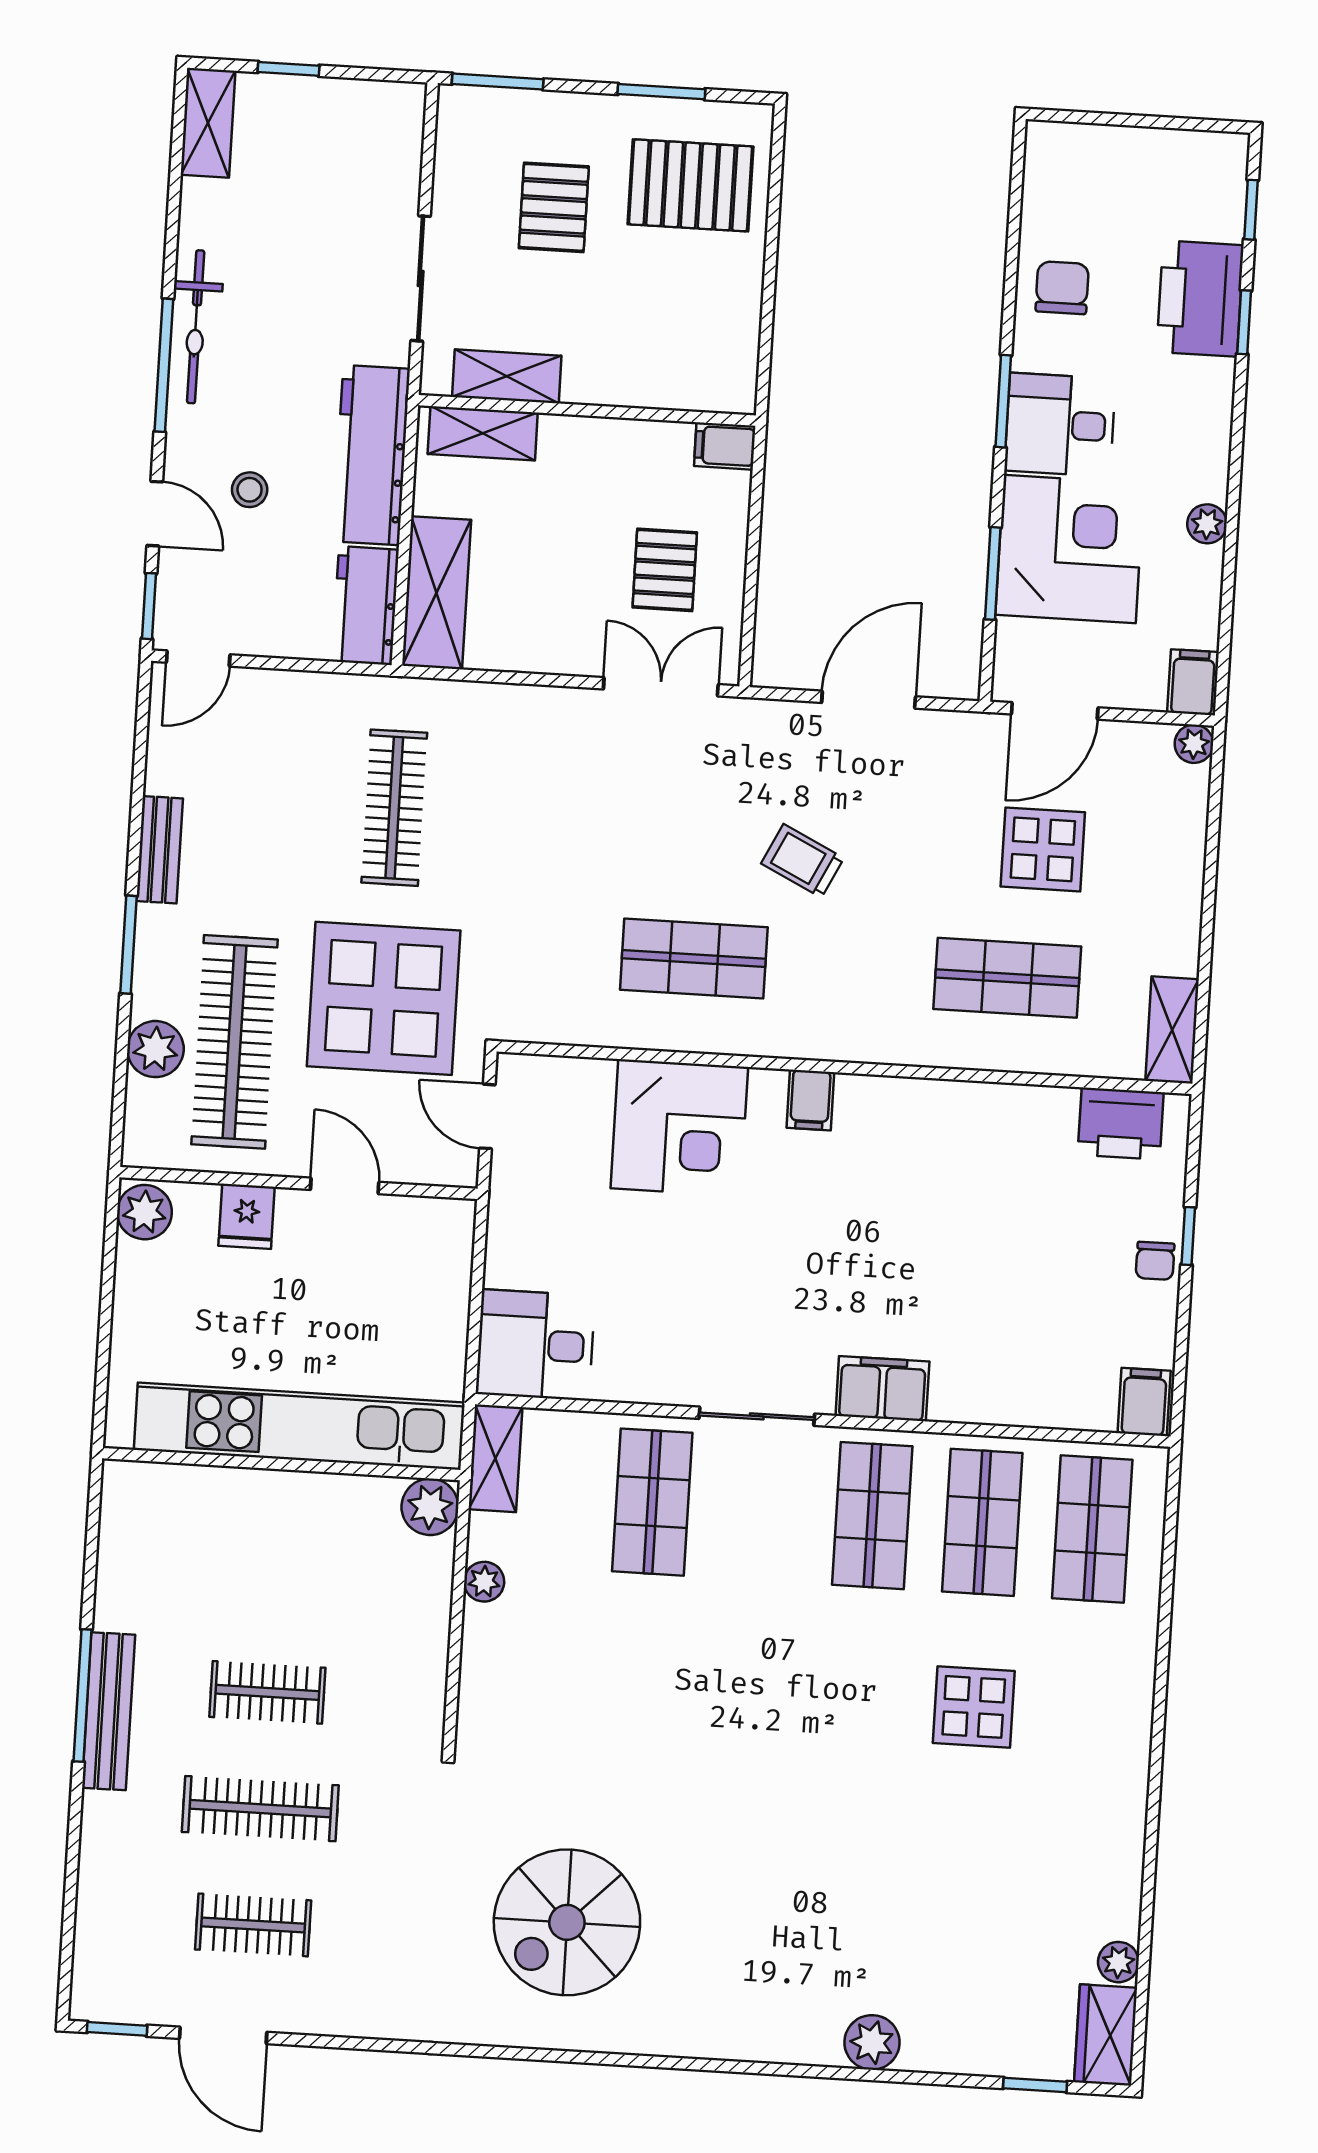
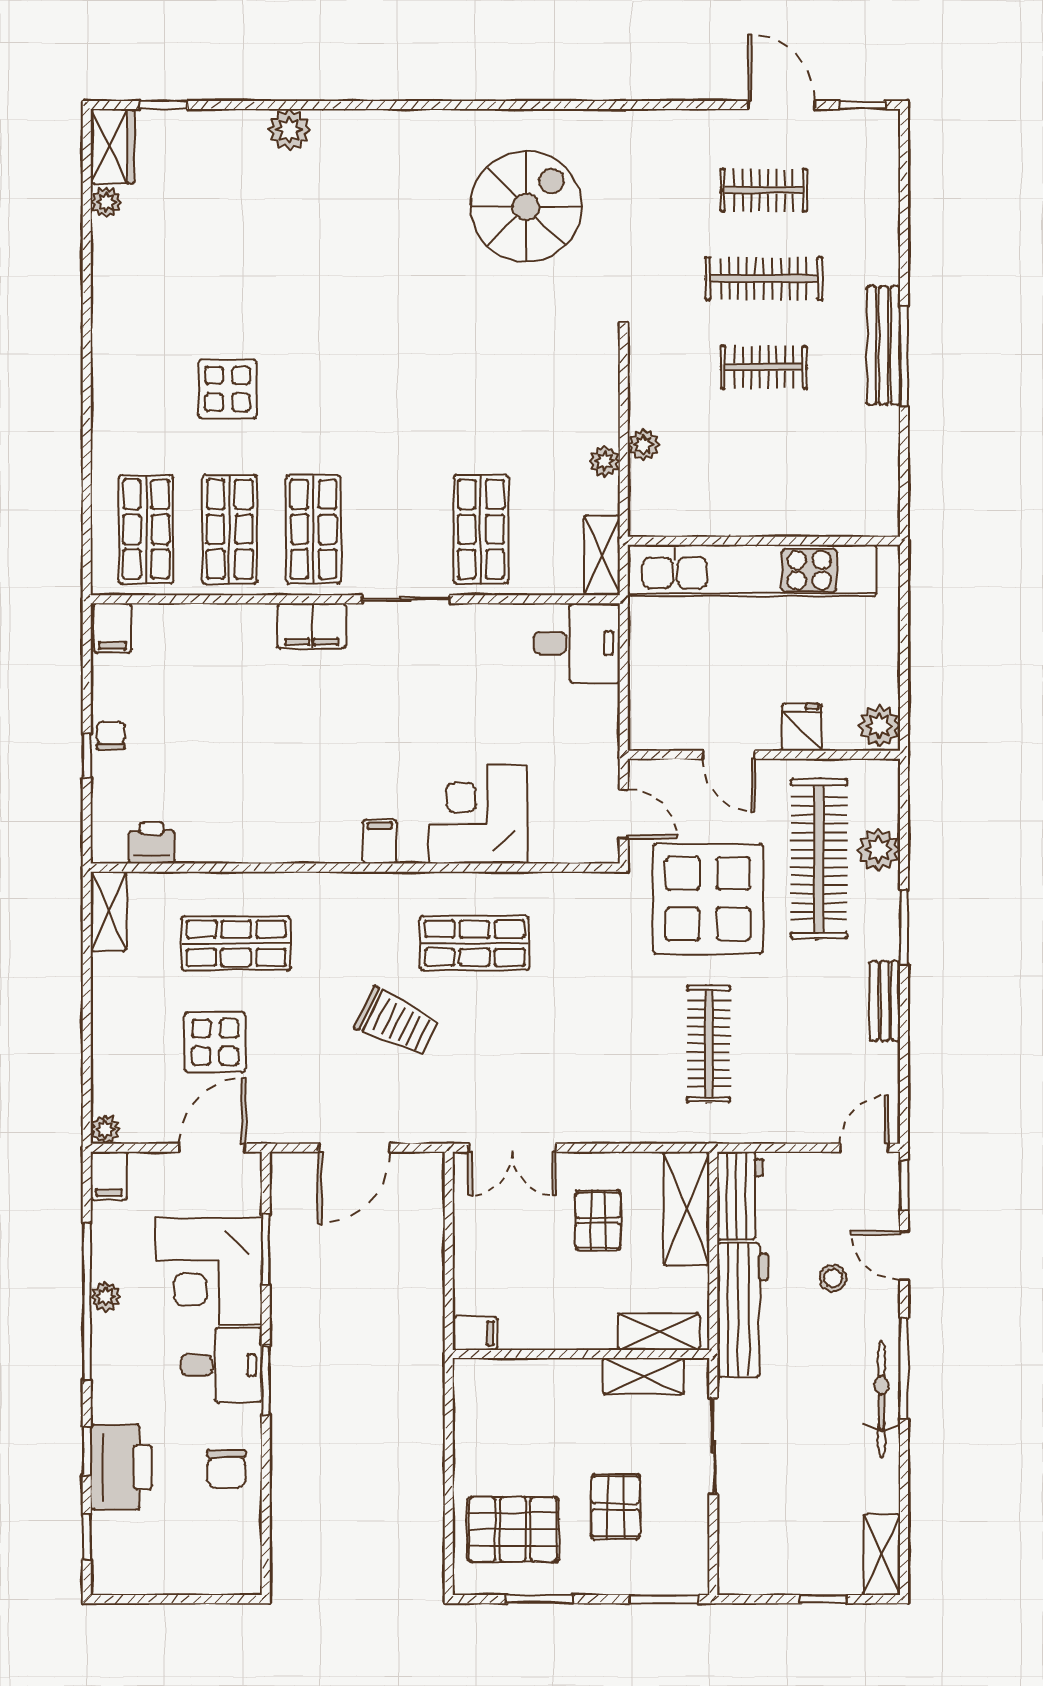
window: (1232, 519) -> (87, 1301), added
pallet: (665, 570) -> (598, 1220), moved
trolley: (802, 861) -> (397, 1022), width x1.36, depth x1.39
printer: (1121, 1124) -> (152, 843), width x0.73, depth x0.81
plant: (430, 1507) -> (643, 445), moved, width x0.73, depth x0.73

